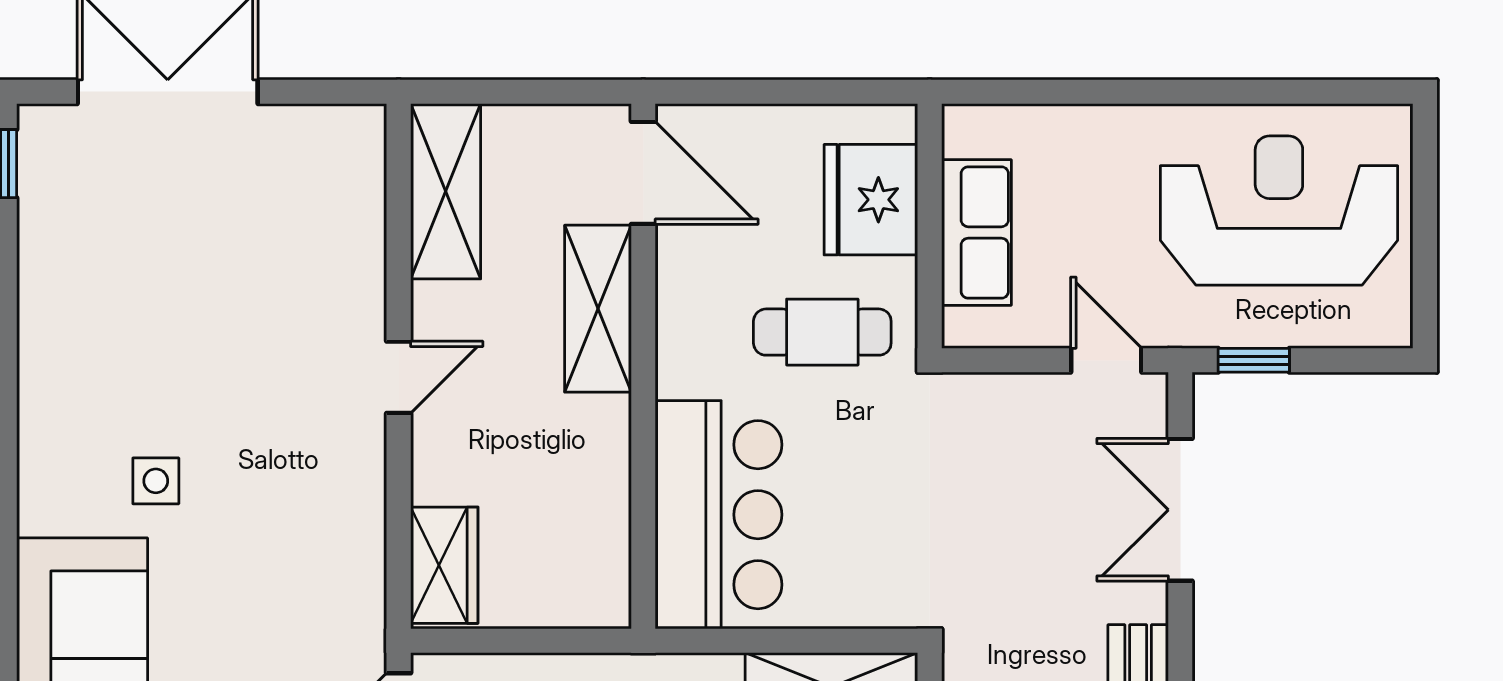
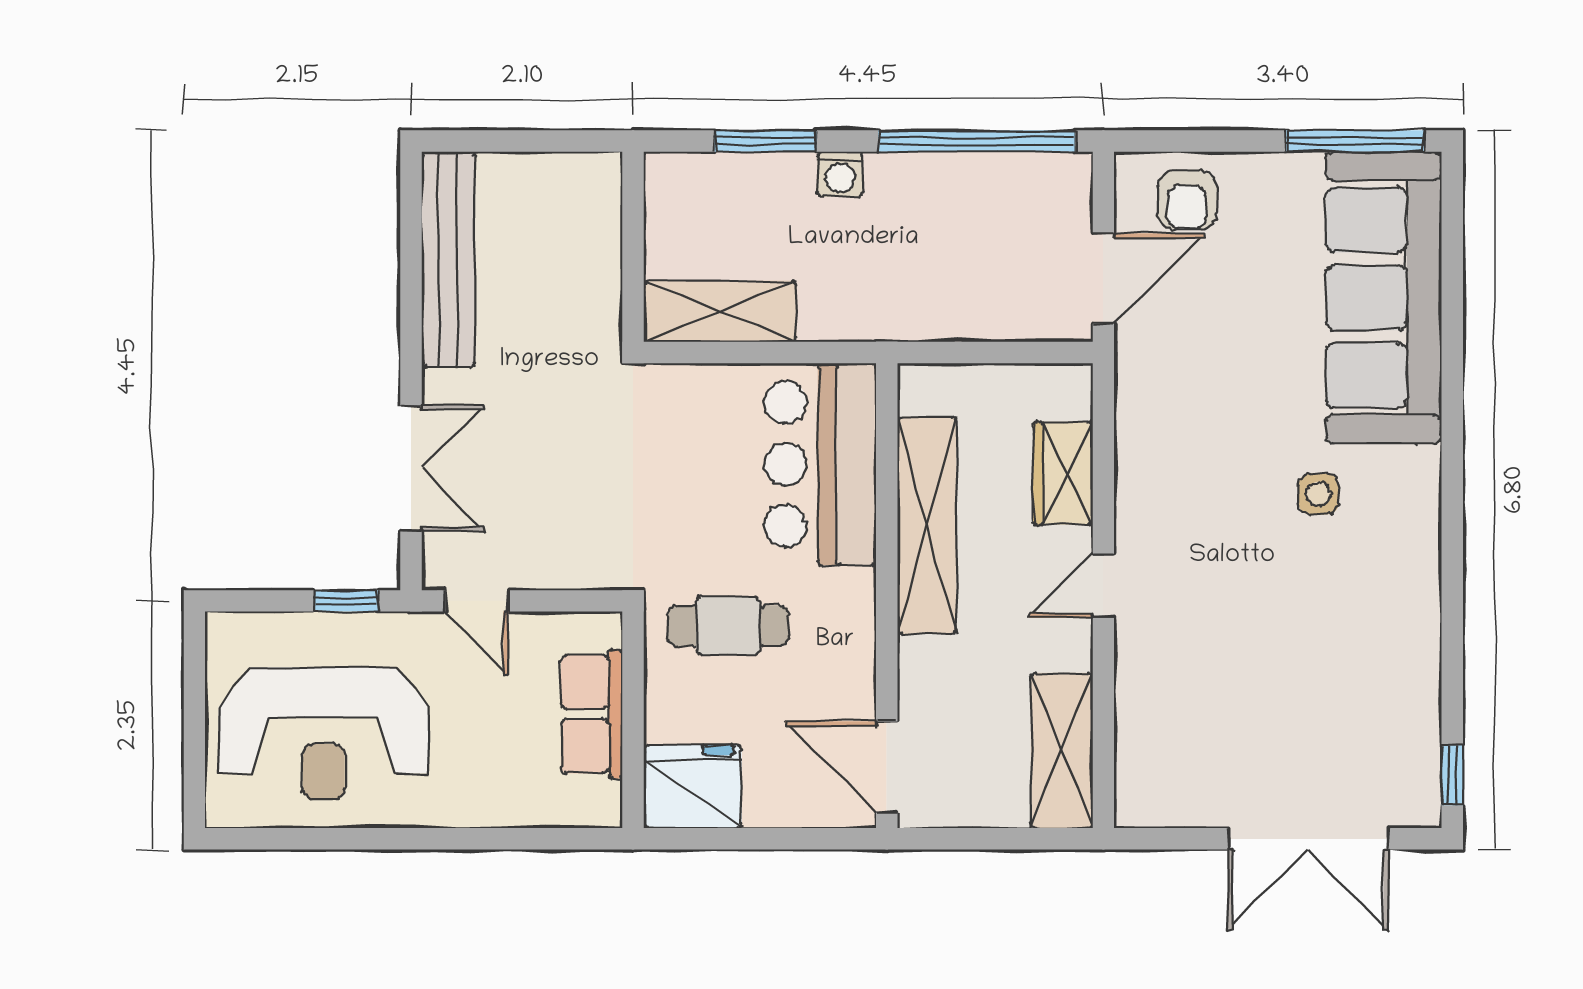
fridge: (871, 200) -> (693, 787), moved, turned -90
shelving: (598, 309) -> (927, 525), moved, width x1.47
wardrobe: (444, 565) -> (1063, 473), moved

